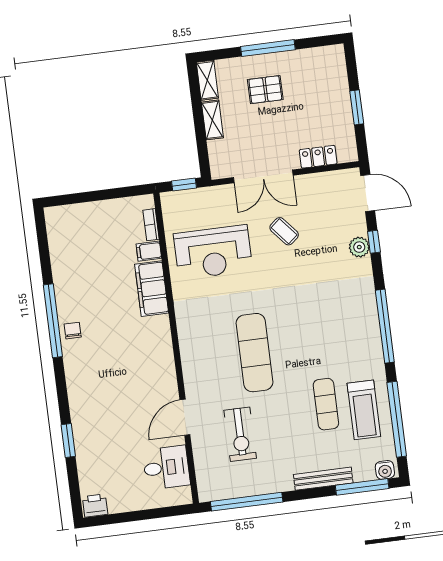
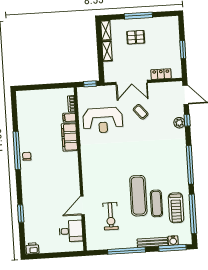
exercise mat: (254, 353) -> (138, 196), moved
water cooler: (385, 470) -> (173, 241), moved
window: (247, 502) -> (126, 251), moved

